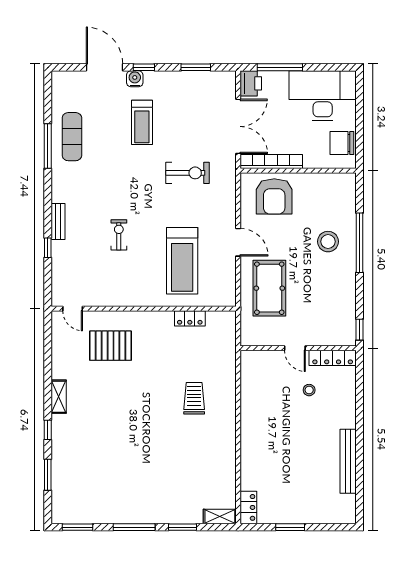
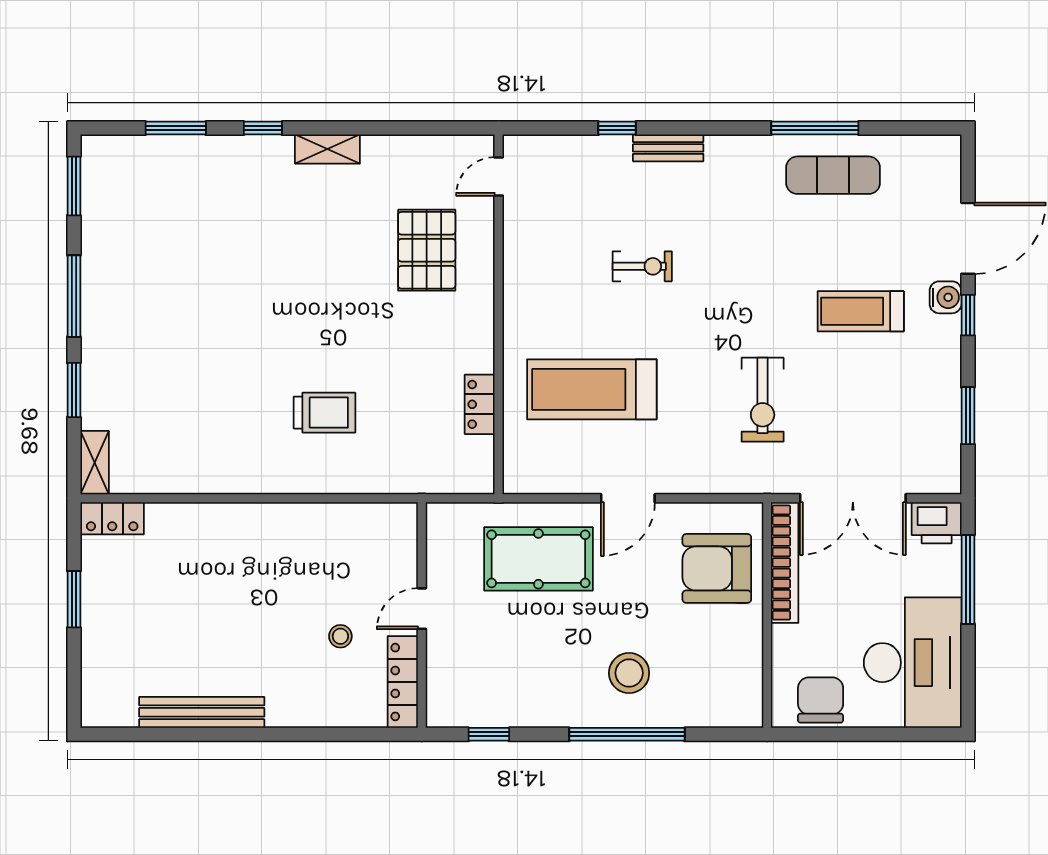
window: (360, 330) -> (489, 734), moved

